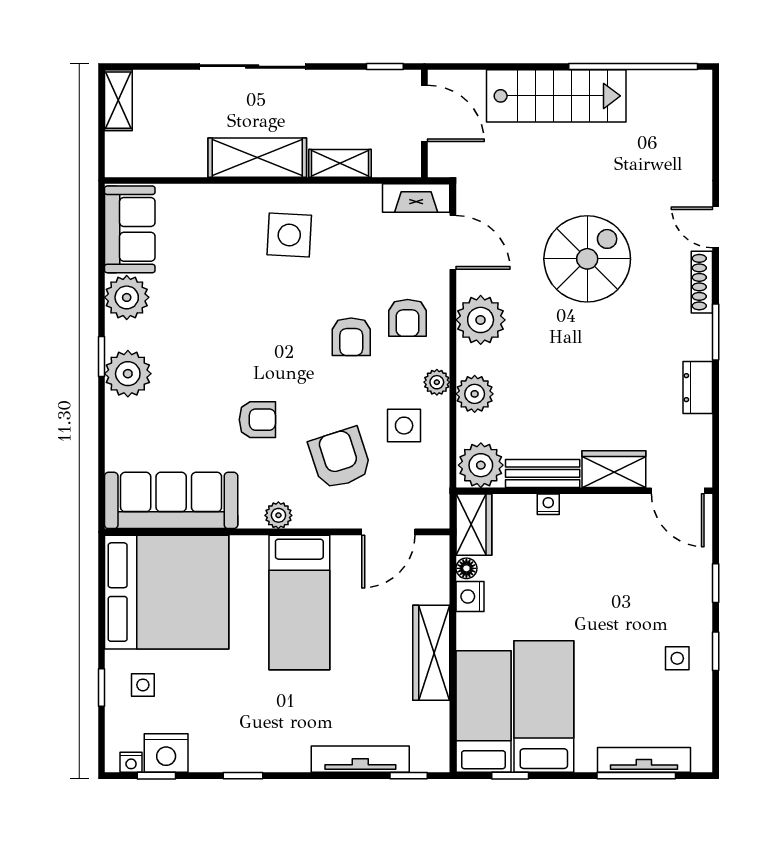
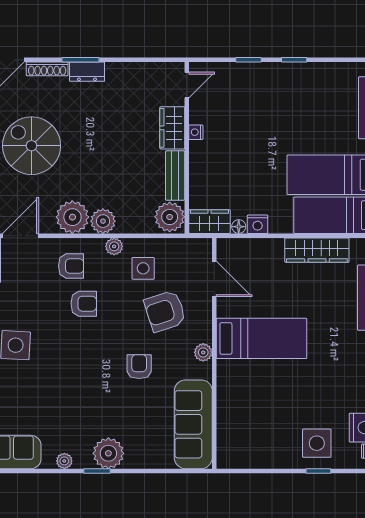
plant: (127, 297) -> (64, 461), width x0.53, depth x0.53
dresser: (698, 388) -> (87, 72), moved
plant: (475, 394) -> (103, 221), moved
door: (678, 491) -> (187, 85), width x0.73
nightstand: (548, 504) -> (196, 132), moved
bed: (167, 592) -> (255, 427), removed
wardrobe: (431, 653) -> (317, 250), moved
side table: (677, 658) -> (299, 85), removed
side table: (143, 685) -> (317, 443), width x1.87, depth x1.87

